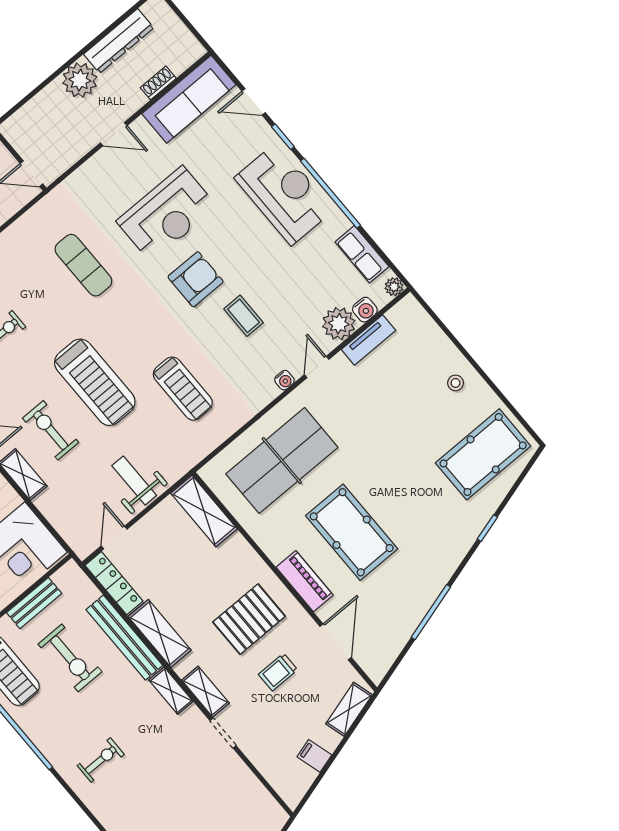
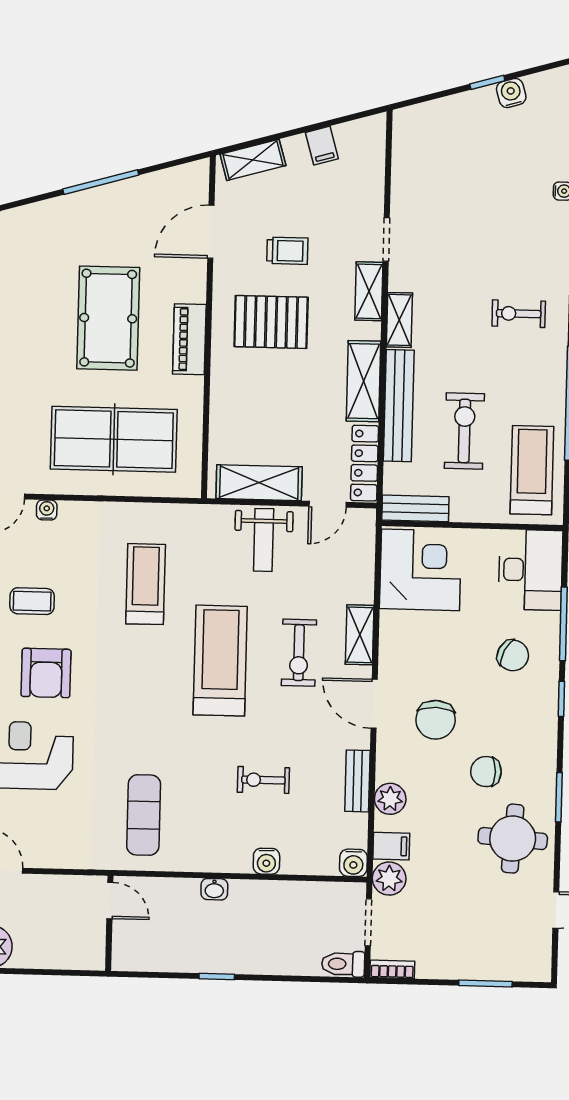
exercise mat: (83, 265) -> (144, 815), moved
armchair: (196, 279) -> (46, 673), turned -90
coffee table: (244, 316) -> (32, 601), turned 90
shelving: (204, 511) -> (259, 483), moved, turned 90
piano: (305, 581) -> (189, 339), moved
bench: (34, 603) -> (415, 508), moved

